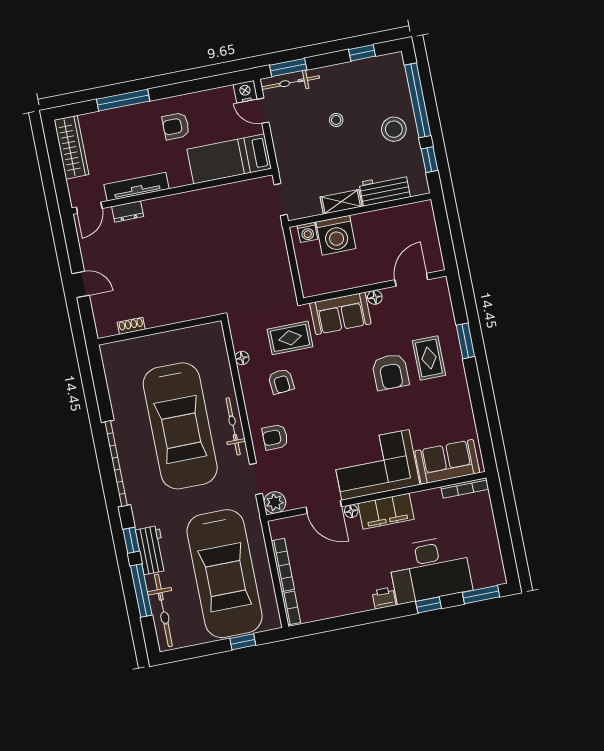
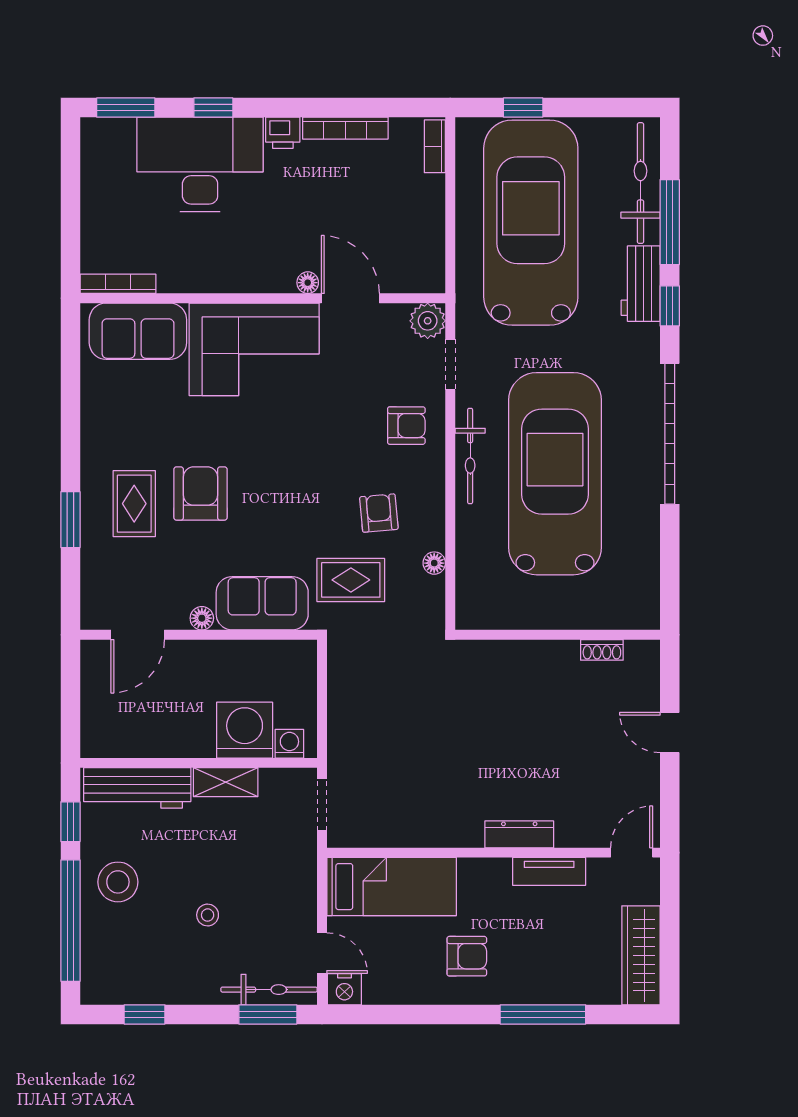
tv unit: (136, 187) -> (549, 871), width x0.71
workbench: (385, 190) -> (137, 788), width x1.38
dresser: (128, 212) -> (519, 834), moved, width x1.44
filing cabinet: (386, 511) -> (252, 271), removed
bookcase: (283, 565) -> (345, 128), moved, turned -90

